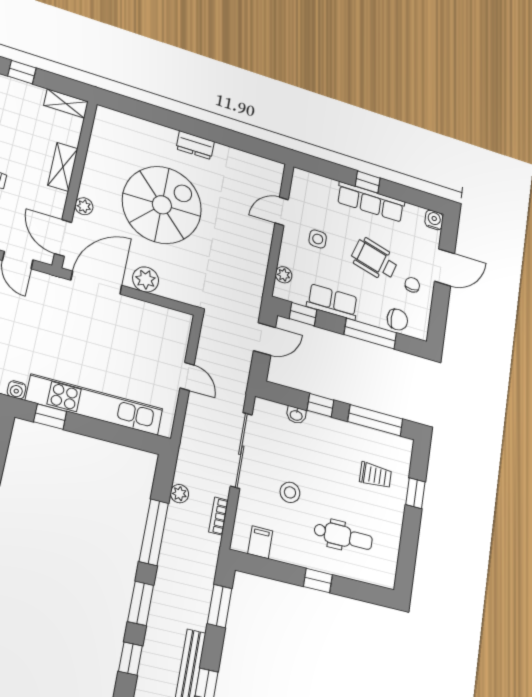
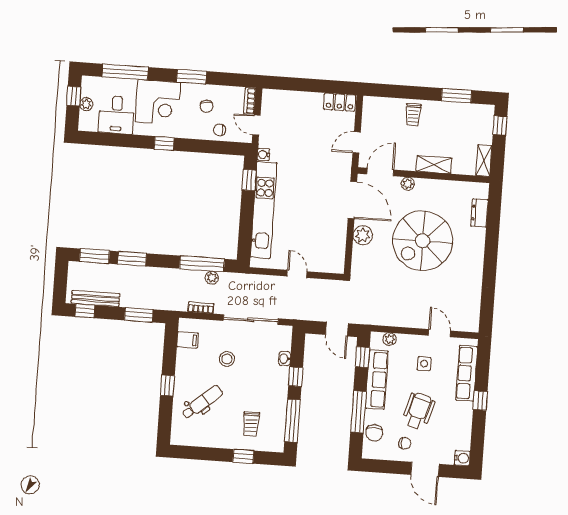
dresser: (195, 145) -> (479, 213), moved
row of seats: (371, 202) -> (467, 373), moved
spiral stairs: (162, 205) -> (423, 241), turned 90
row of seats: (332, 302) -> (377, 380), width x1.48
door: (187, 376) -> (297, 274), swing flipped
window: (154, 532) -> (202, 264), moved
dental chair: (343, 536) -> (202, 402), turned -131
window: (130, 659) -> (94, 256), width x1.50

